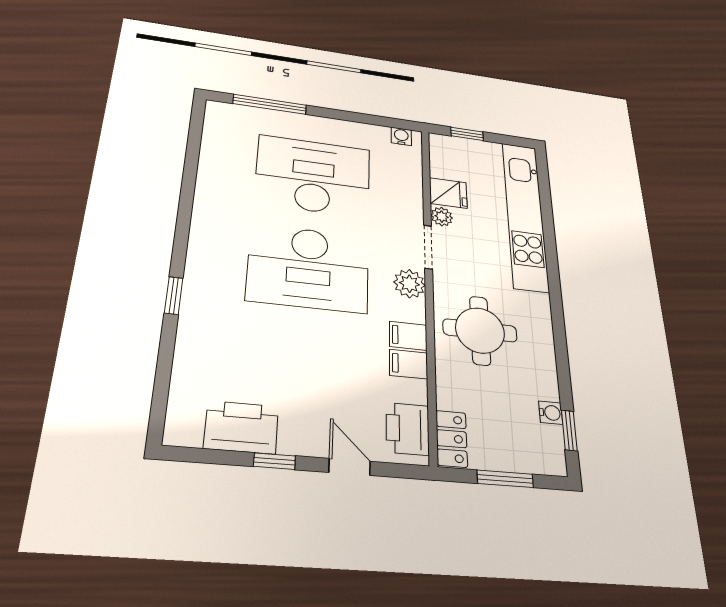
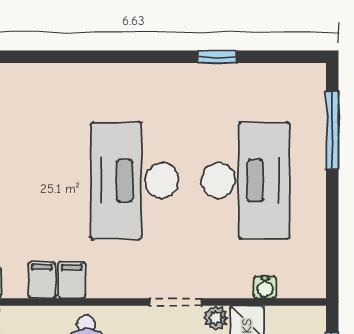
water cooler: (401, 136) -> (265, 287), moved, turned 90
plant: (409, 284) -> (130, 282), removed
window: (174, 296) -> (217, 57), moved

